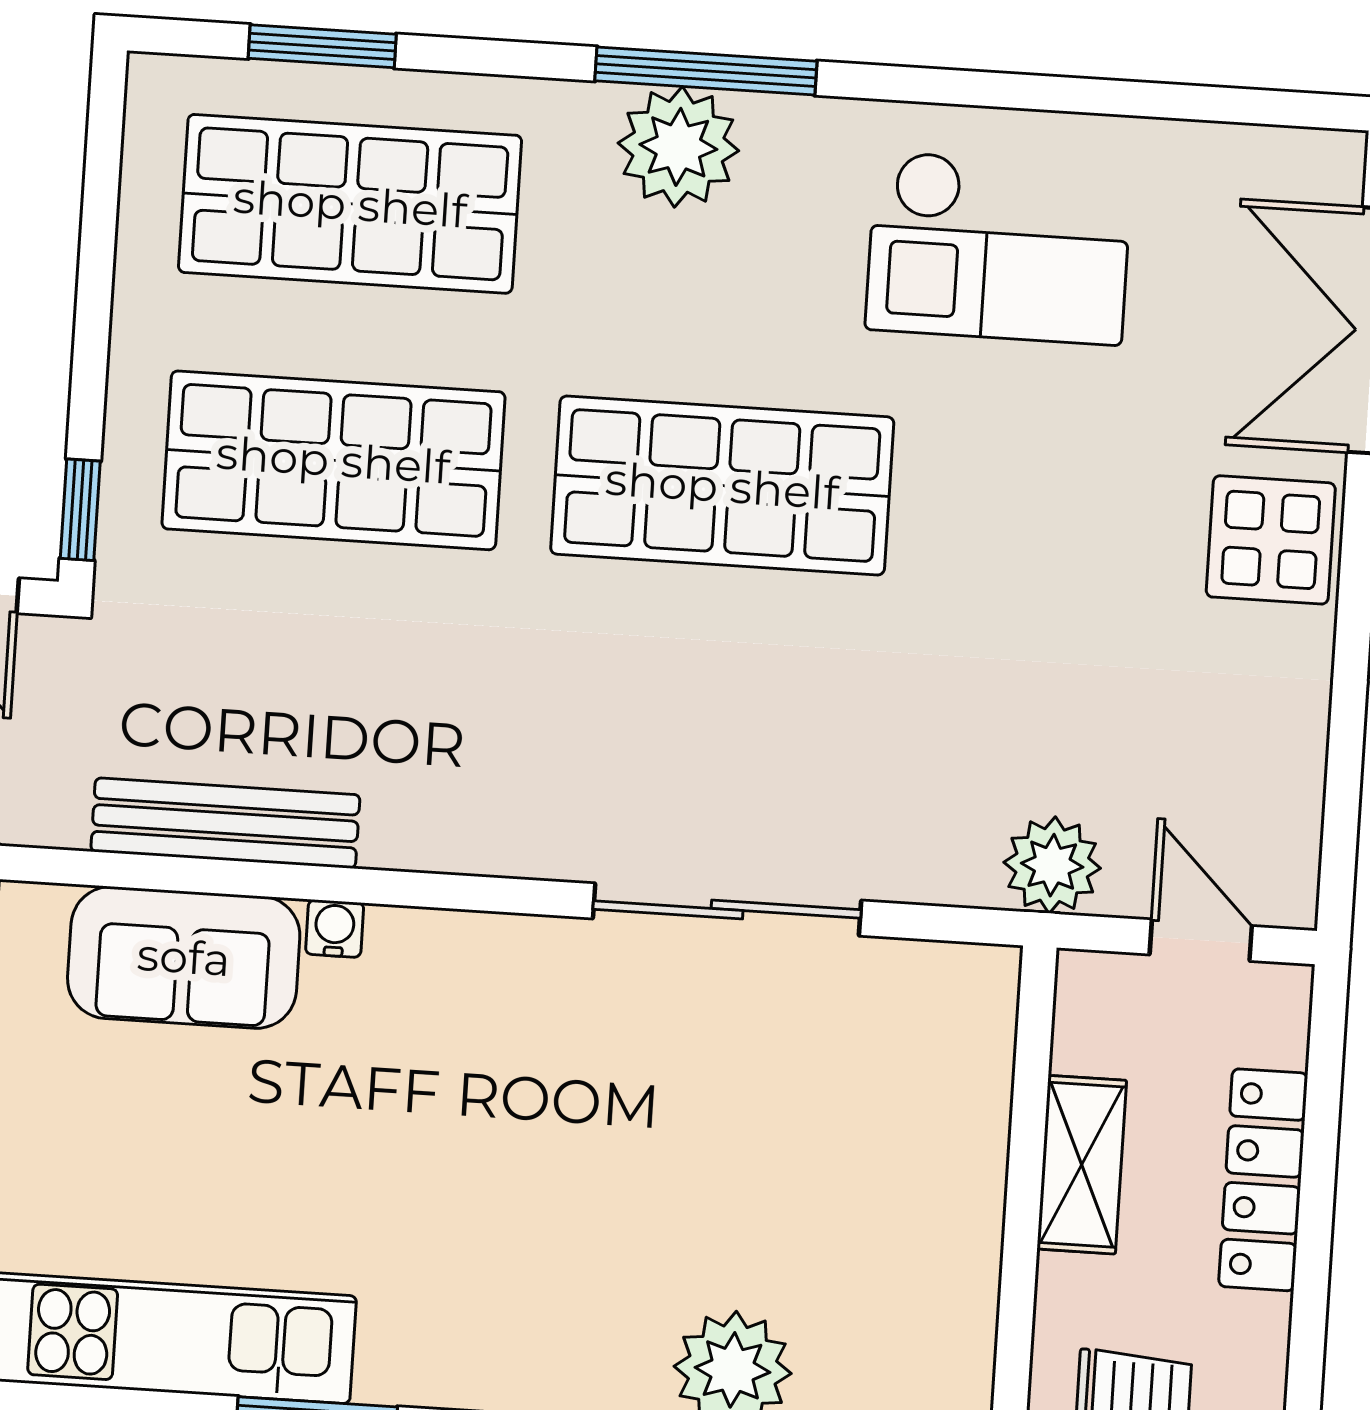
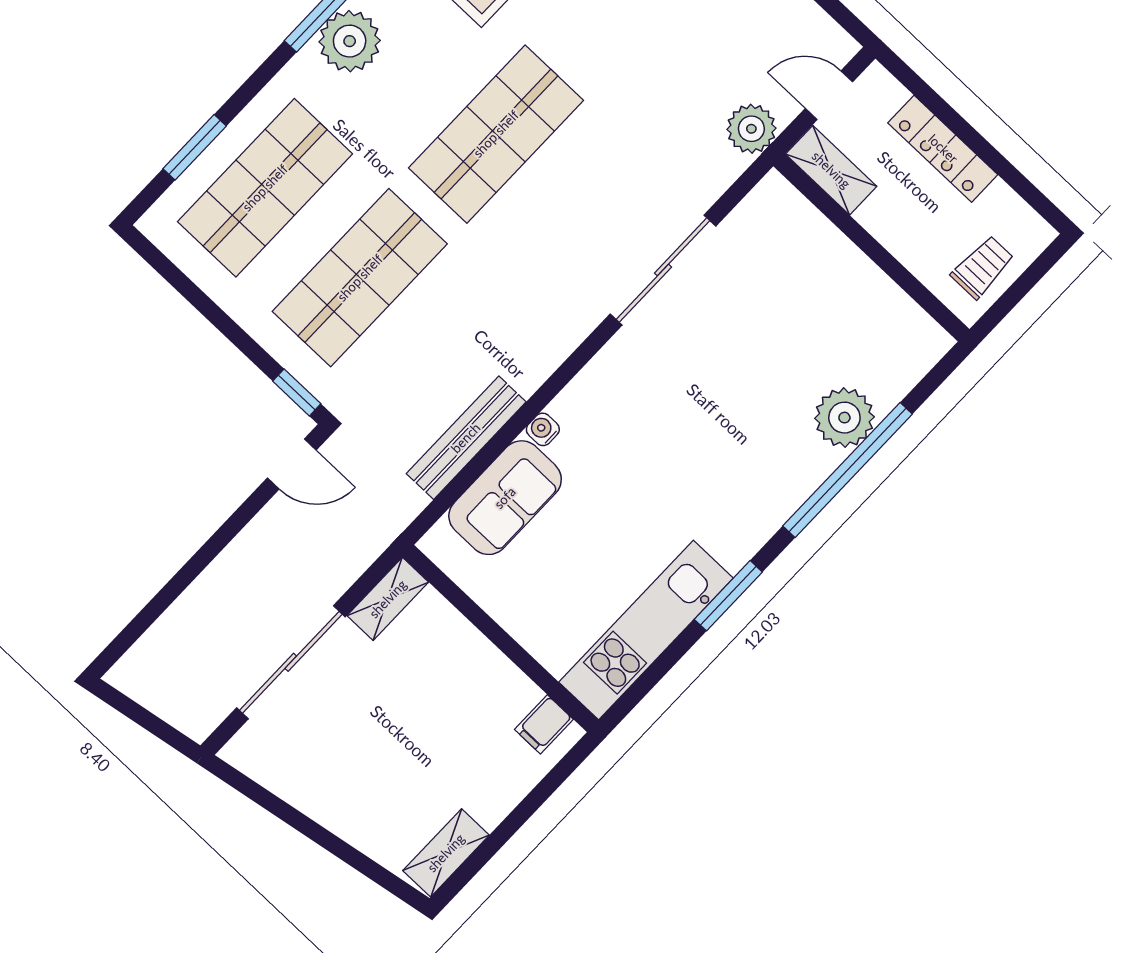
shelving: (1082, 1165) -> (831, 170), moved

